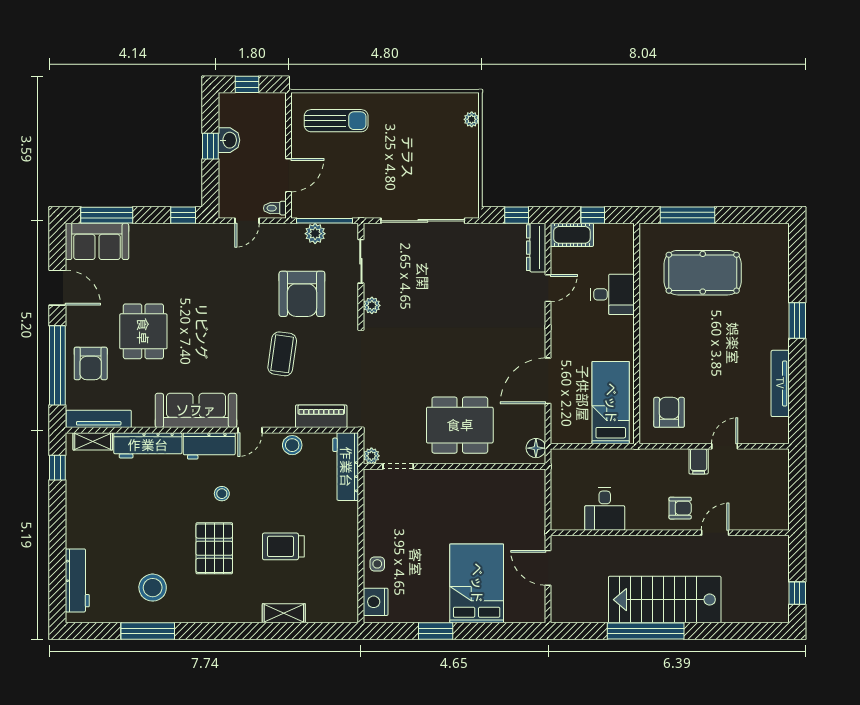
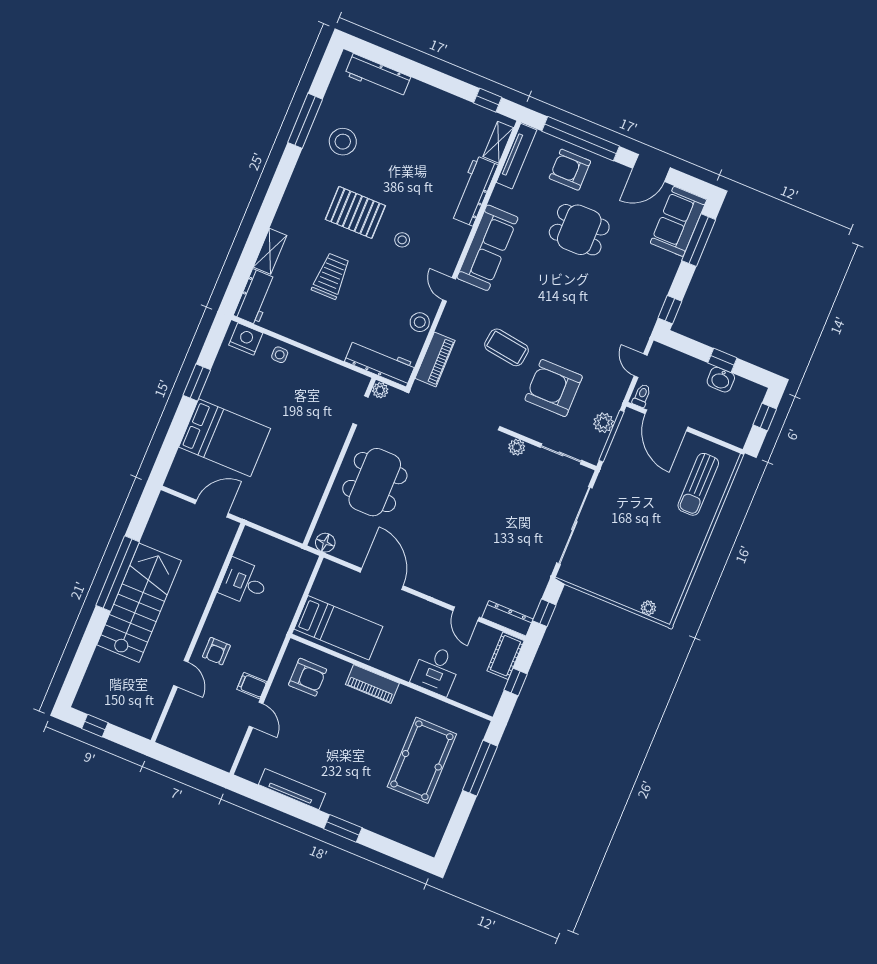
door: (288, 175) -> (667, 420), width x1.36
piano: (650, 349) -> (372, 684), added
workbench: (209, 446) -> (255, 297), moved, turned 180

